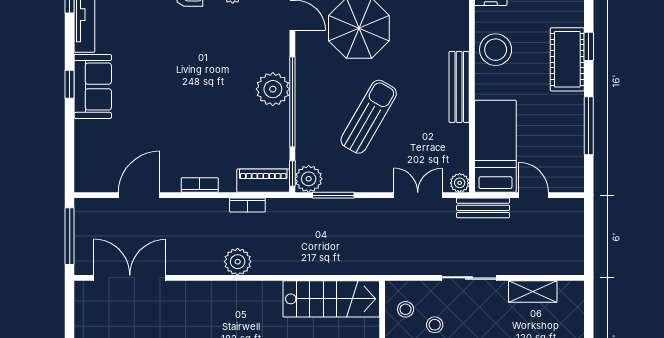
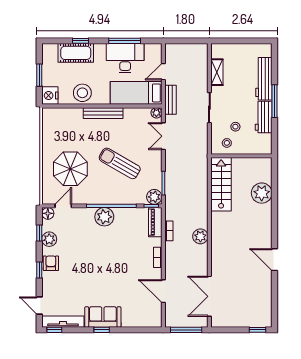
cot: (567, 59) -> (76, 53), moved
desk: (558, 126) -> (125, 58), added

